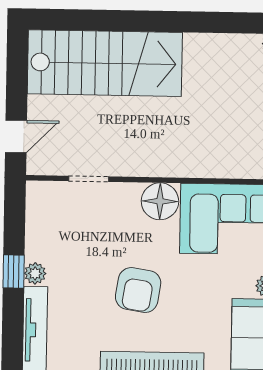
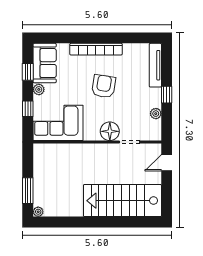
floor lamp: (160, 201) -> (110, 131), moved
plant: (35, 273) -> (156, 114), moved

